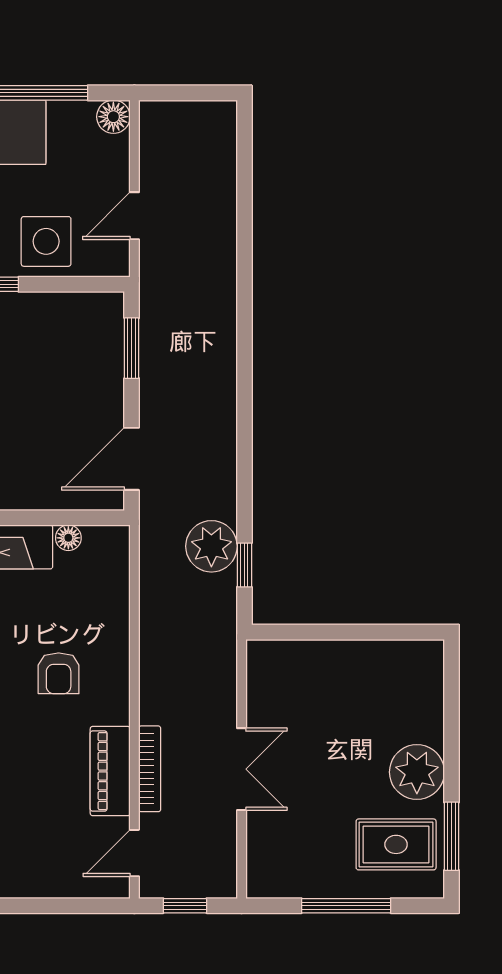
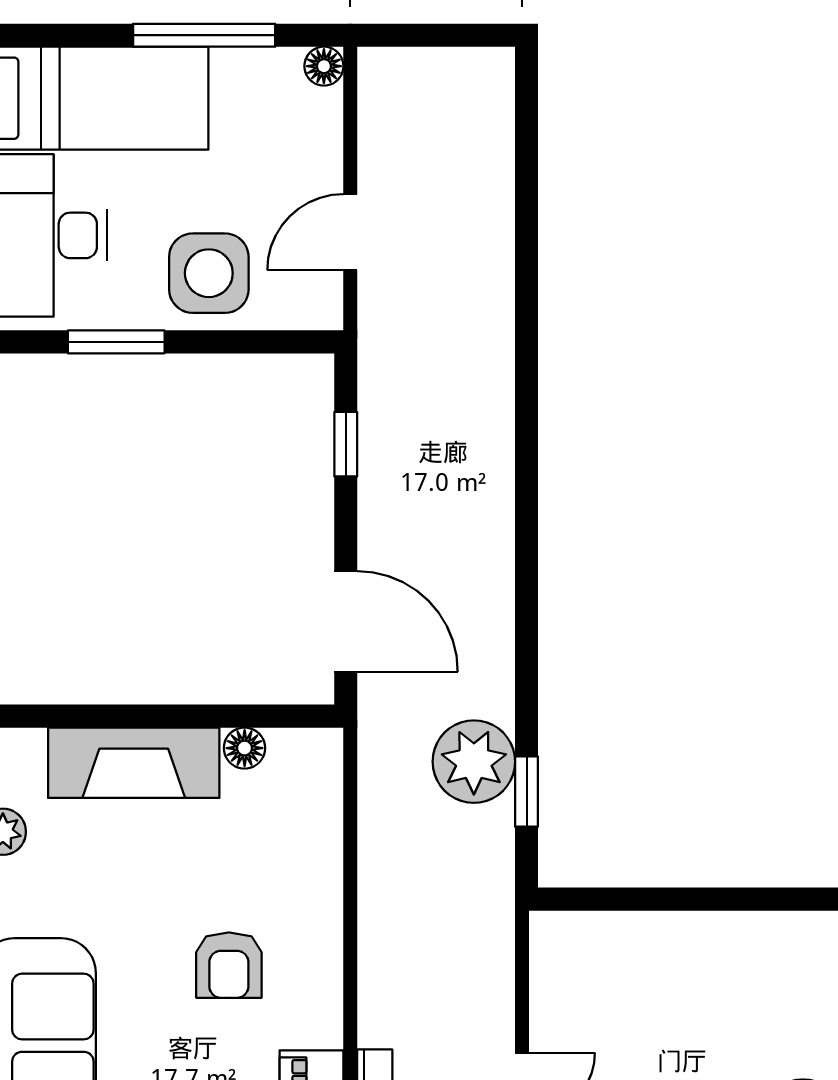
floor lamp: (113, 117) -> (324, 66), width x0.73, depth x0.73
window: (132, 348) -> (346, 444), width x0.67
door: (132, 459) -> (346, 621), swing flipped

